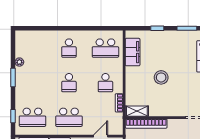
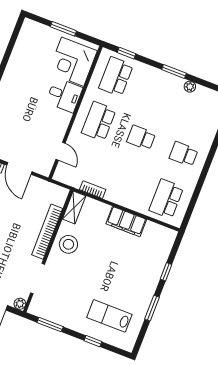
filing cabinet: (133, 52) -> (126, 222), moved
stool: (161, 77) -> (68, 244), moved
school desk: (105, 83) -> (124, 182), removed
bookcase: (146, 124) -> (47, 232), moved

